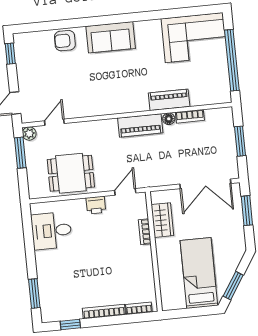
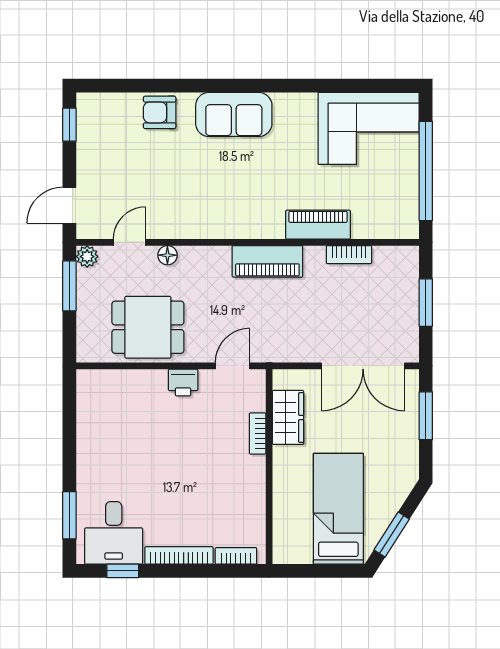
floor lamp: (169, 119) -> (167, 255), moved
desk: (52, 231) -> (114, 533), moved, turned -90

